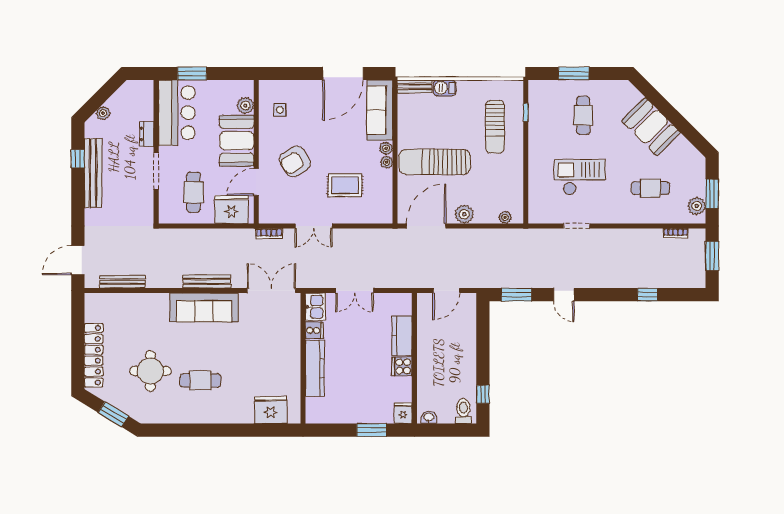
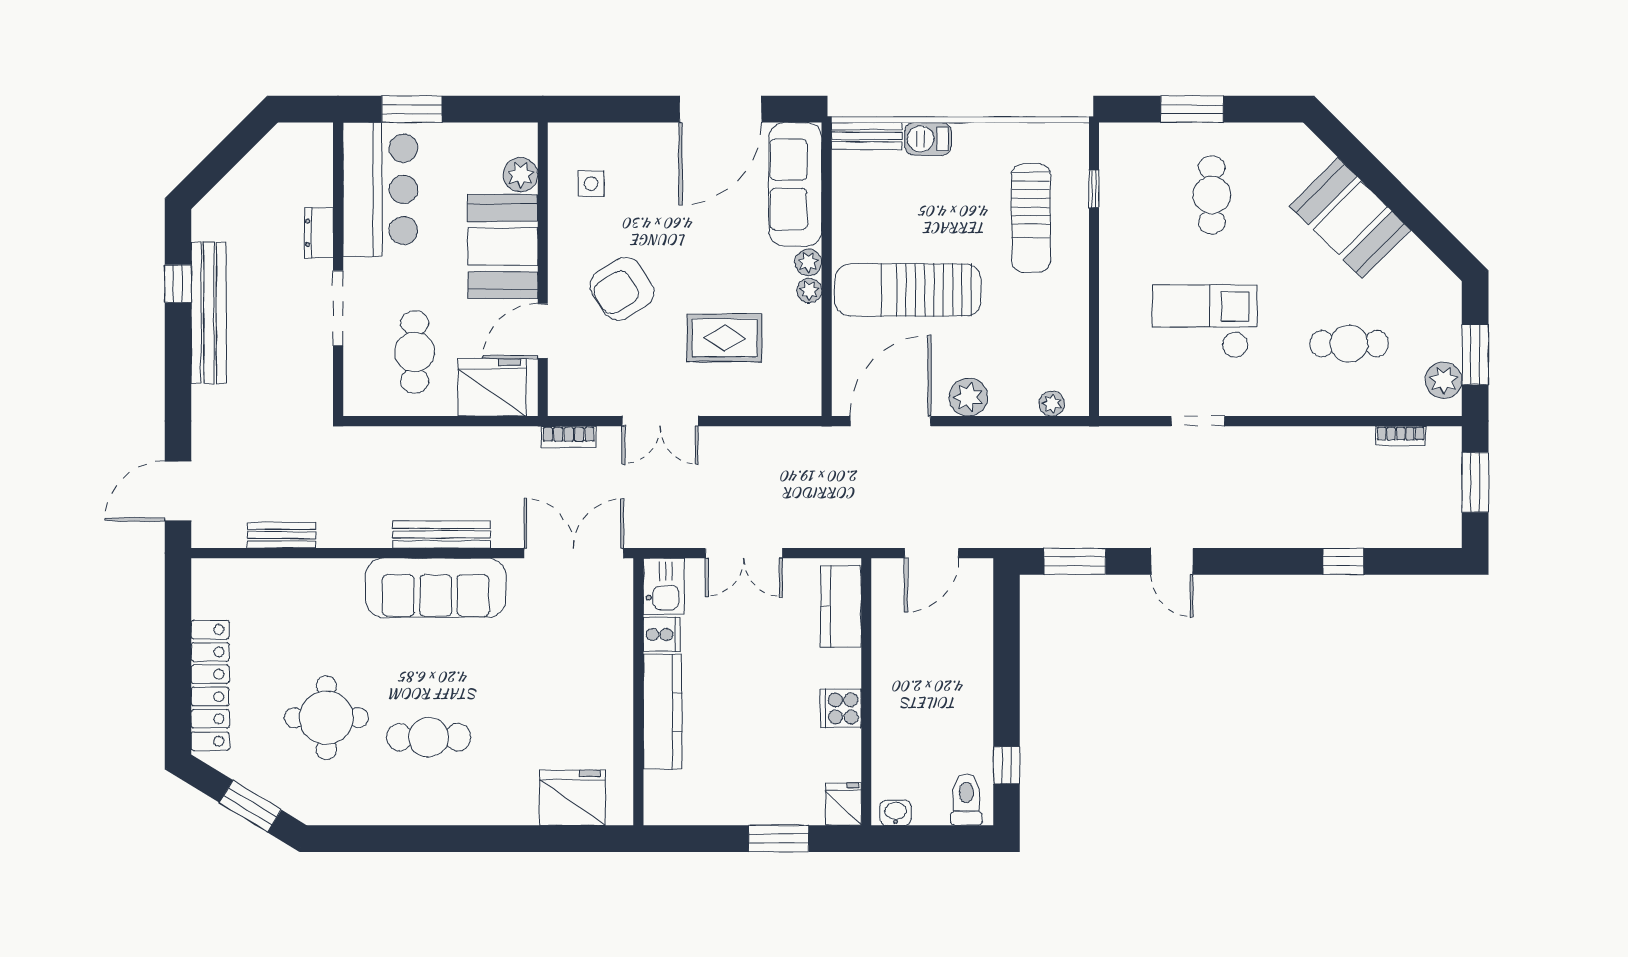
plant: (103, 113) -> (229, 190), removed
bench: (122, 282) -> (282, 535), width x0.73
kitchen counter: (402, 336) -> (841, 606), moved

